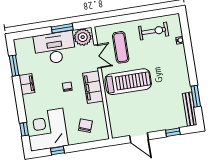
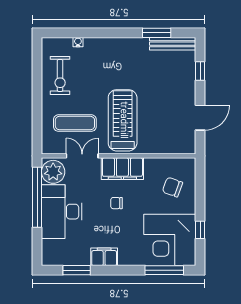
window: (62, 28) -> (37, 197), width x2.11
exercise bike: (154, 31) -> (60, 75), turned 180
window: (24, 129) -> (164, 270), width x2.17

